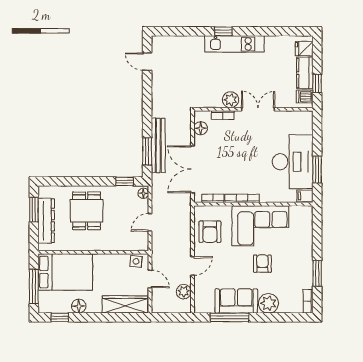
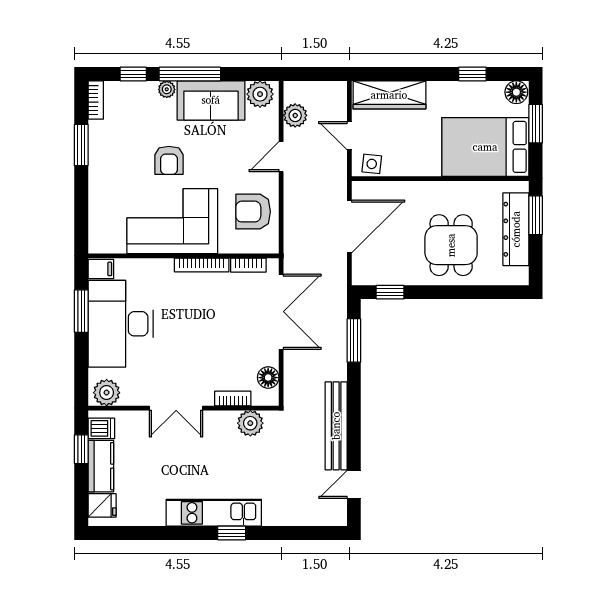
door: (147, 62) -> (354, 484), swing flipped
plant: (231, 100) -> (250, 423), moved
plant: (301, 119) -> (107, 393), added
bench: (158, 145) -> (336, 426), moved
floor lamp: (143, 193) -> (360, 273), removed
window: (34, 210) -> (536, 215), moved
door: (150, 222) -> (349, 227), width x1.88
armchair: (210, 232) -> (253, 212), turned -90
window: (34, 287) -> (536, 124), width x0.69
plant: (268, 303) -> (167, 89), width x0.53, depth x0.53
plant: (206, 305) -> (260, 94), added
floor lamp: (79, 306) -> (516, 92), moved
window: (60, 317) -> (472, 74), moved
window: (230, 317) -> (190, 74), moved
window: (285, 317) -> (133, 74), added

